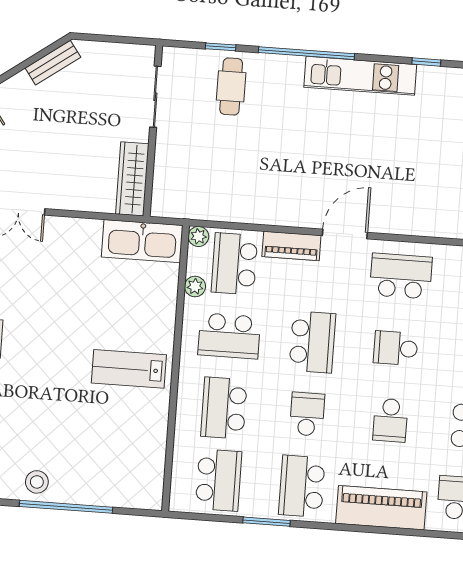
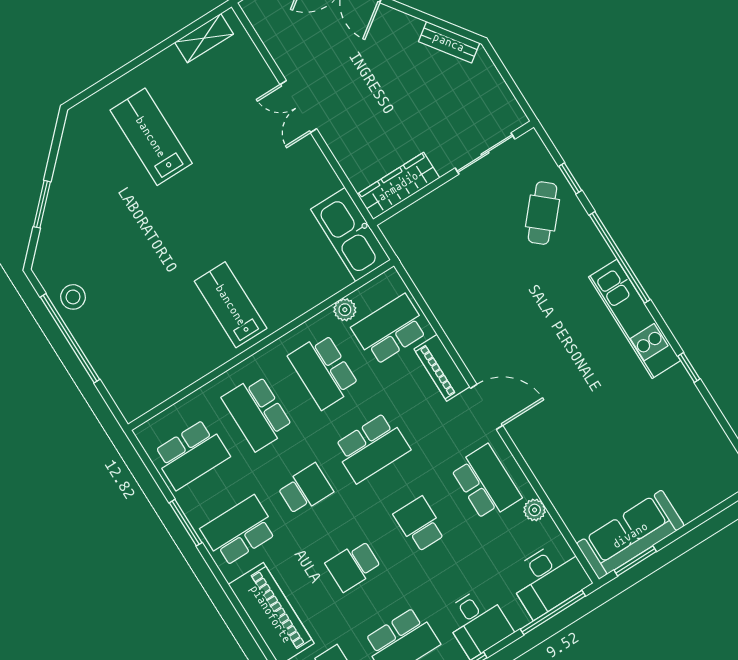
cafe table: (231, 86) -> (542, 213), turned -49
plant: (198, 236) -> (535, 510), moved
school desk: (224, 408) -> (257, 413), turned -90

